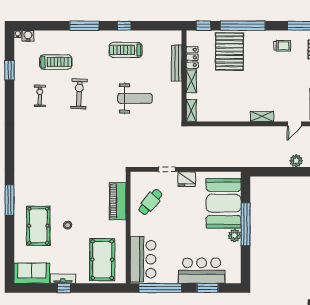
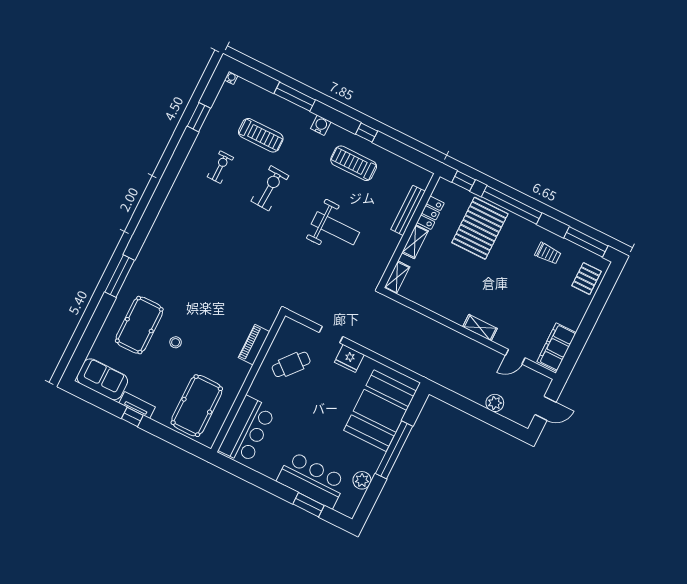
window: (84, 26) -> (295, 97), moved
water cooler: (28, 36) -> (321, 125), moved
piano: (118, 201) -> (254, 345), width x0.73, depth x0.75
plant: (235, 235) -> (362, 480), moved
window: (160, 288) -> (251, 476), removed

